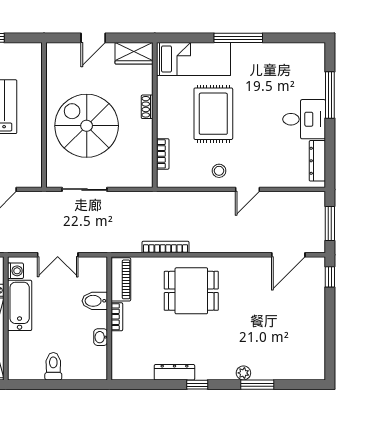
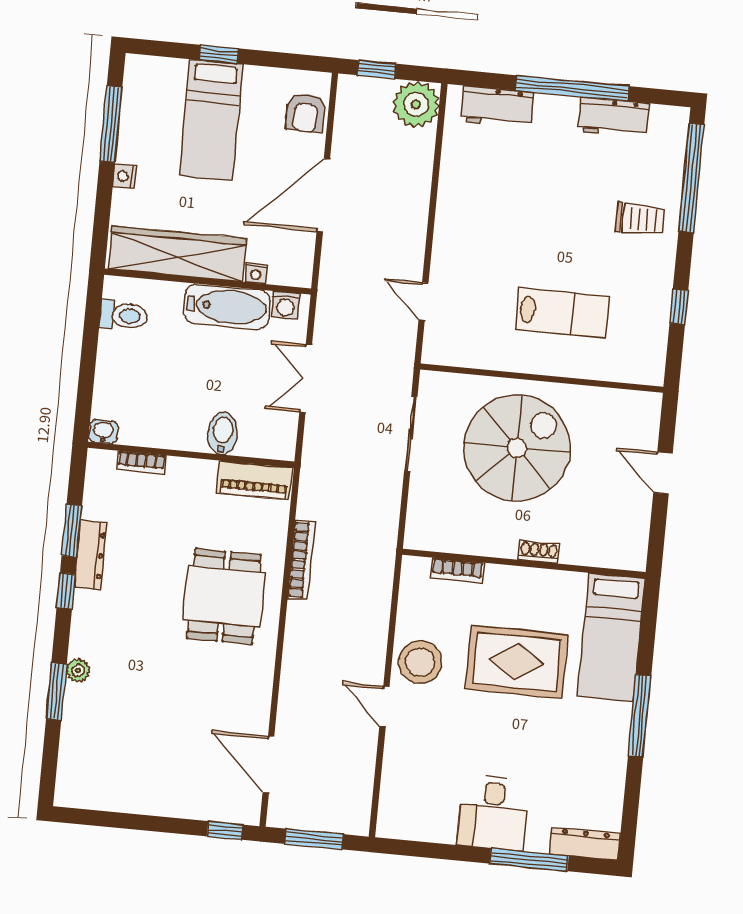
wardrobe: (134, 53) -> (630, 539), removed
dresser: (317, 161) -> (585, 844), moved
stool: (219, 171) -> (420, 662), width x1.89, depth x1.89
bookcase: (117, 317) -> (141, 463), moved
washbasin: (101, 337) -> (103, 432), moved
toilet: (53, 366) -> (124, 315), moved
window: (161, 385) -> (72, 531), added

